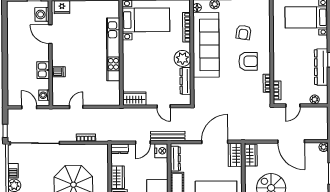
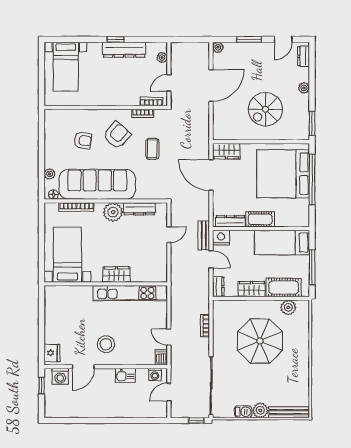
kitchen unit: (113, 49) -> (130, 293), moved
stool: (70, 53) -> (106, 344), added
armchair: (248, 61) -> (117, 135), turned 41
dishwasher: (59, 72) -> (161, 357), moved
coffee table: (237, 92) -> (152, 149), added
wardrobe: (134, 99) -> (117, 274), moved, turned 90
door: (293, 105) -> (169, 83), swing flipped
bench: (168, 136) -> (204, 235), width x0.73
wardrobe: (251, 155) -> (227, 133), removed

